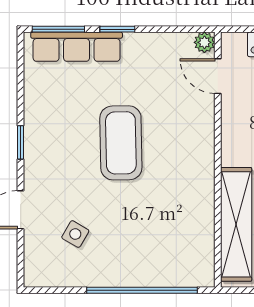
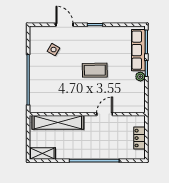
plant: (204, 42) -> (140, 77), moved
door: (218, 76) -> (105, 114), moved
coffee table: (121, 143) -> (95, 70), width x0.73, depth x0.76

